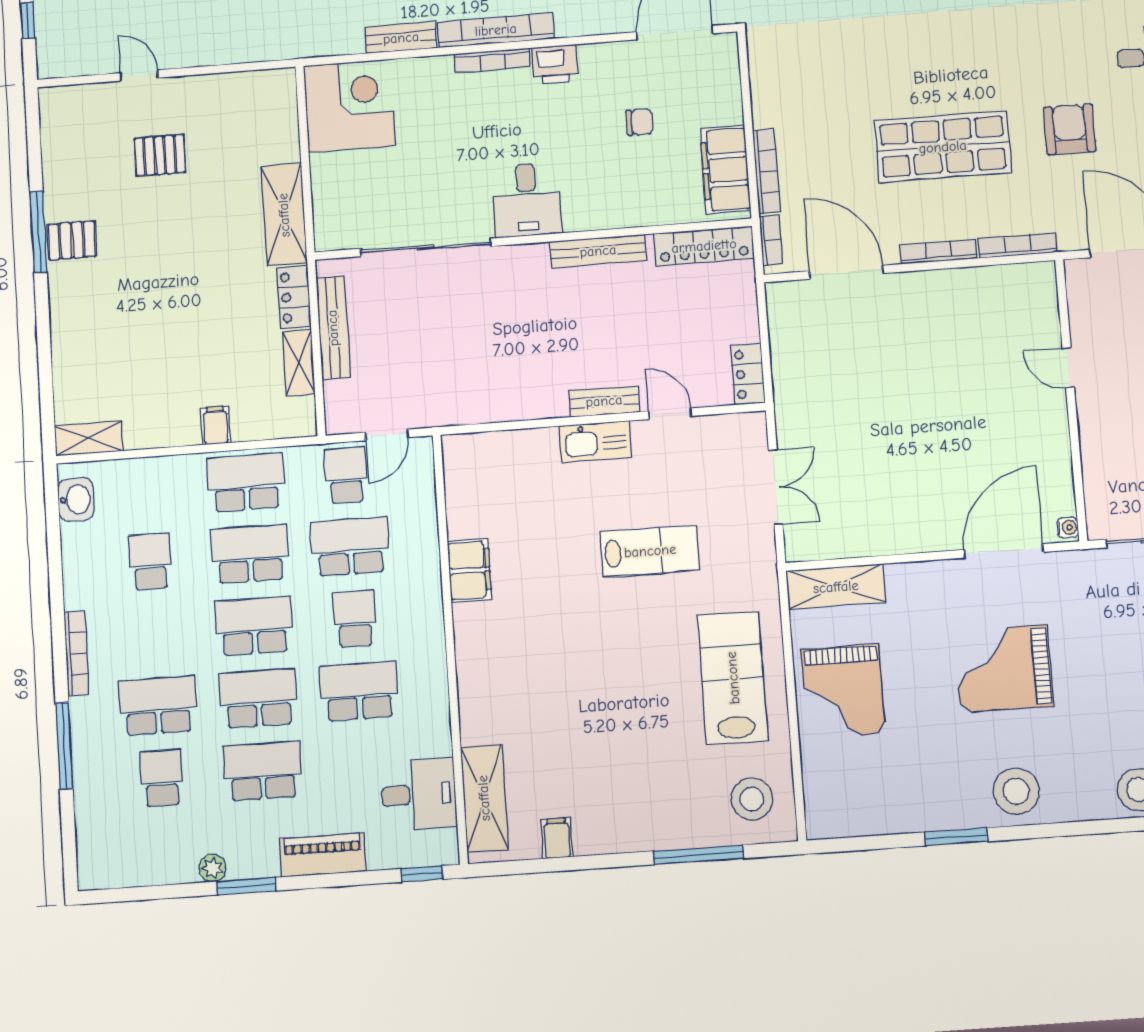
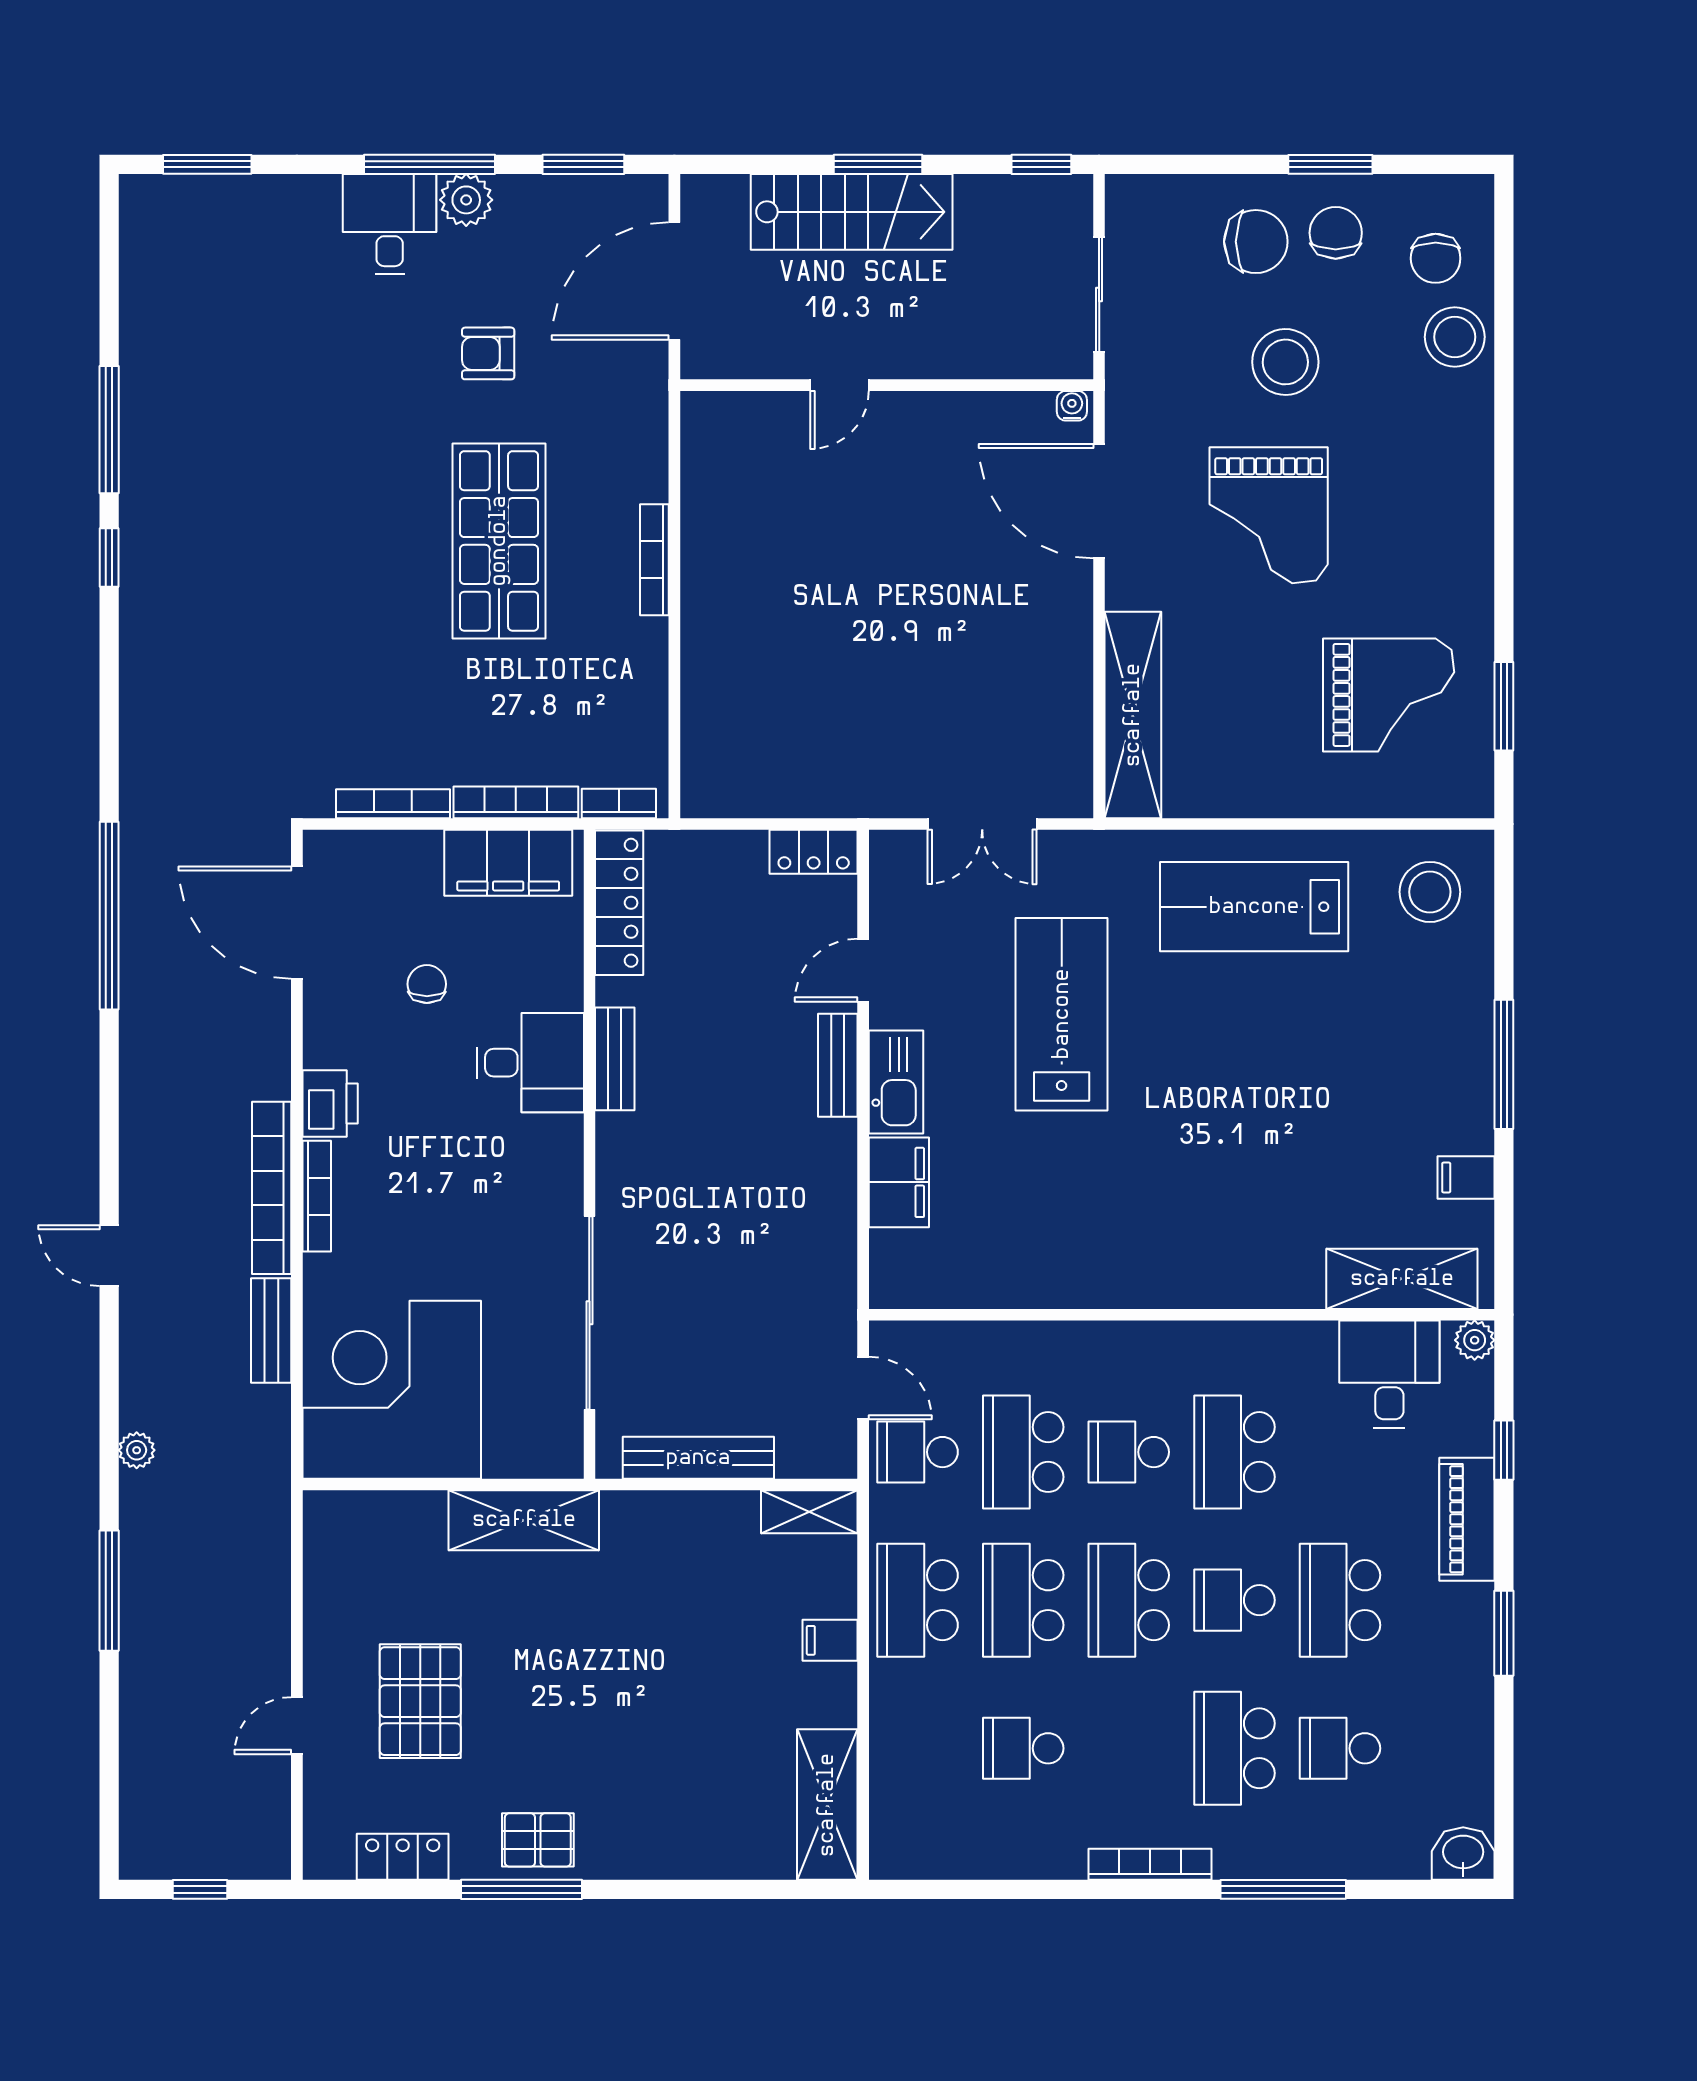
corner desk: (349, 106) -> (392, 1390), width x1.36, depth x1.36
armchair: (1070, 129) -> (488, 353), width x0.72, depth x0.72
pallet: (160, 155) -> (420, 1701), width x1.50, depth x1.42
desk: (527, 200) -> (530, 1063), moved
pallet: (72, 240) -> (538, 1840), turned 90
bookcase: (1018, 245) -> (393, 804), moved, turned 90
bench: (598, 251) -> (615, 1059), width x0.73
door: (846, 272) -> (674, 697), removed
locker: (294, 297) -> (403, 1857), moved, turned 180
shelving: (299, 363) -> (809, 1512), moved
shelving: (89, 438) -> (827, 1805), width x1.50, depth x1.33
double door: (776, 487) -> (982, 824), swing flipped
washbasin: (76, 500) -> (1463, 1854), moved
lab bench: (650, 551) -> (1062, 1014), width x1.36, depth x1.39
filing cabinet: (470, 570) -> (899, 1182), moved, turned 90
shelving: (836, 587) -> (1133, 715), width x1.47
grand piano: (843, 692) -> (1389, 695), moved
school desk: (258, 698) -> (1234, 1600), width x0.54
stool: (1016, 791) -> (1285, 362), moved
window: (956, 837) -> (1504, 706), moved
window: (698, 855) -> (1504, 1064), moved
plant: (212, 868) -> (1475, 1340), moved
window: (422, 874) -> (1504, 1450), moved

